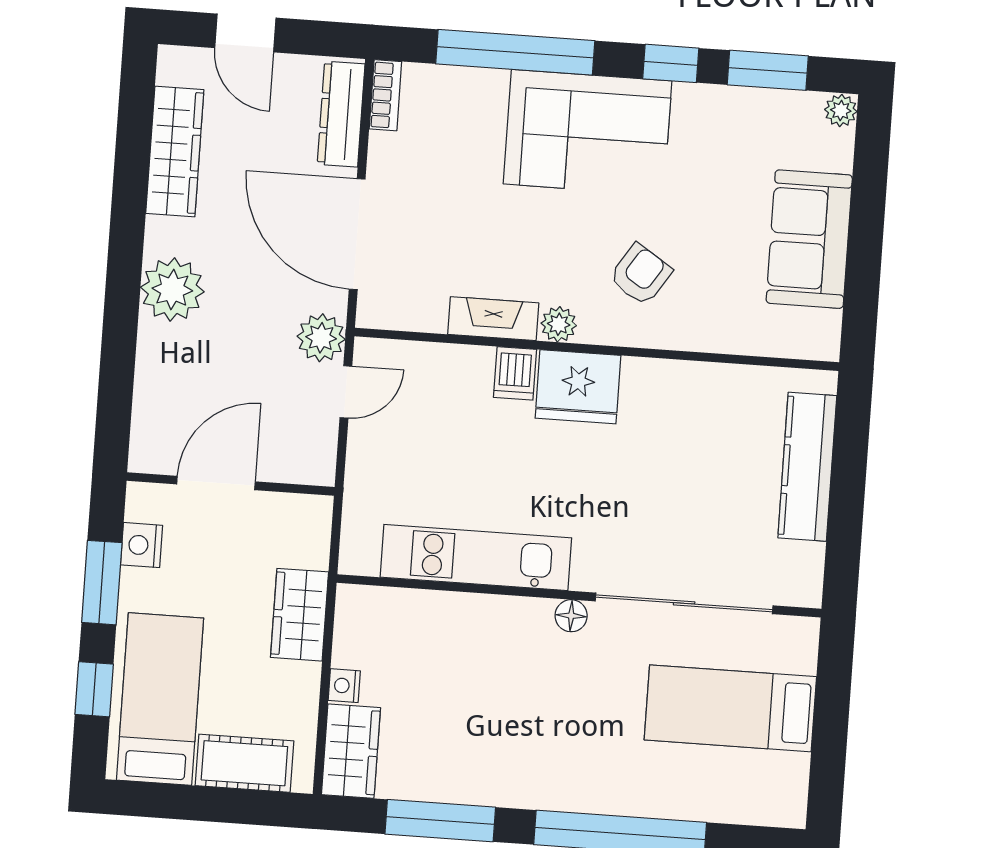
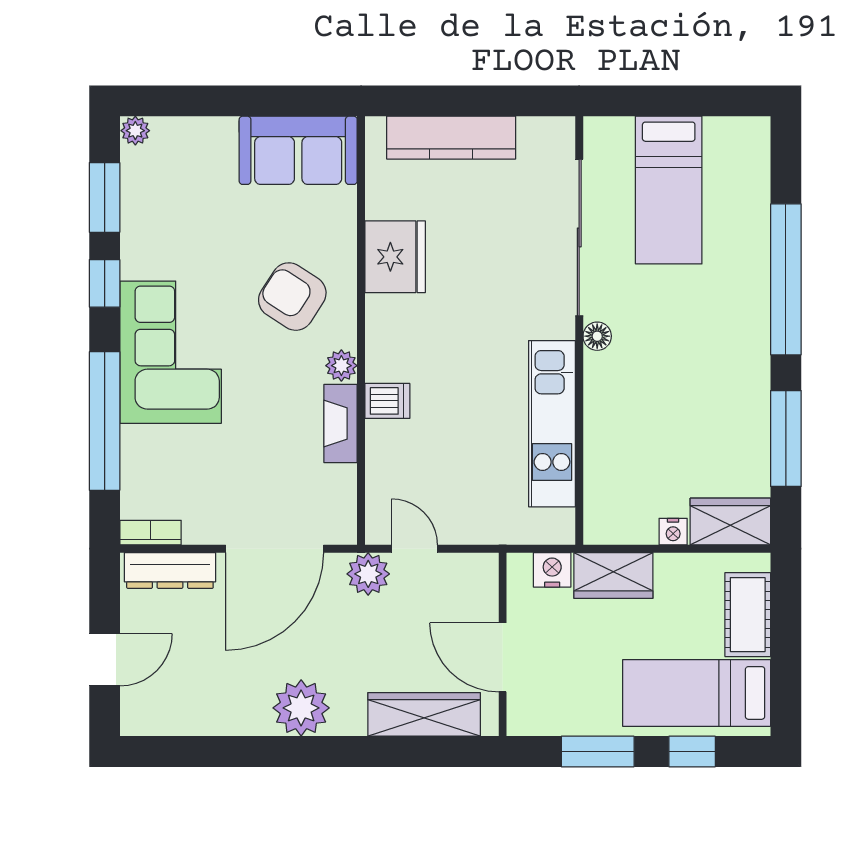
wardrobe: (175, 152) -> (424, 714), moved
sofa: (809, 239) -> (298, 150), moved
armchair: (641, 274) -> (292, 297), width x1.38, depth x1.38
plant: (172, 290) -> (301, 708), moved
fridge: (578, 387) -> (395, 257), moved
nightstand: (142, 545) -> (552, 570), moved, turned 180

